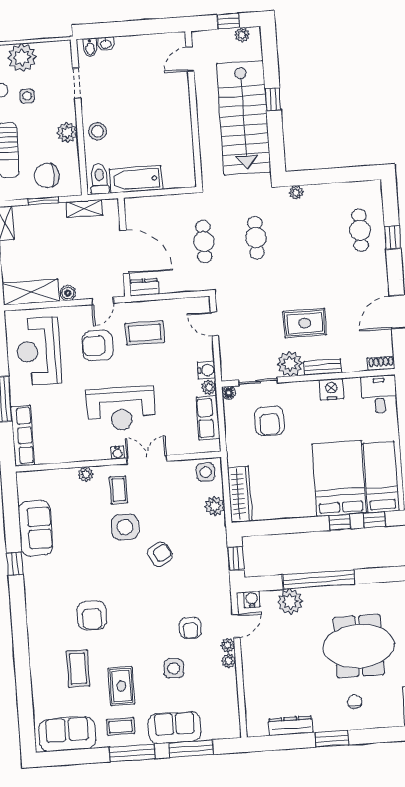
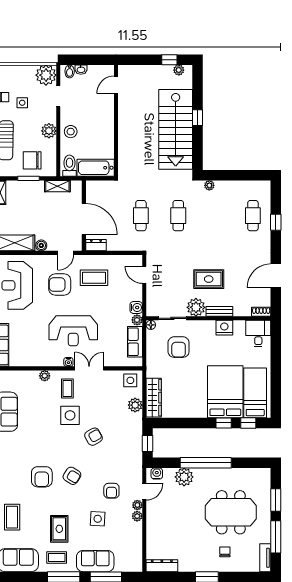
plant: (22, 58) -> (46, 75), moved
door: (190, 59) -> (116, 85), moved
wall: (194, 109) -> (116, 121), moved
armchair: (134, 611) -> (72, 476), added
coffee table: (78, 669) -> (12, 517), moved
dresser: (291, 726) -> (162, 566), moved

